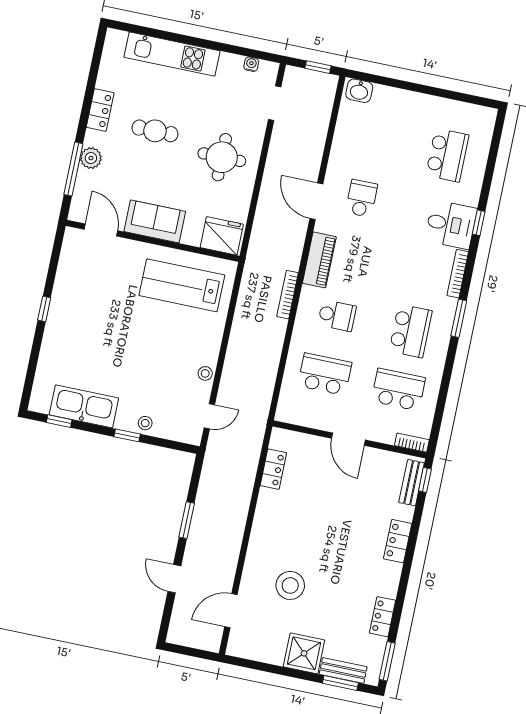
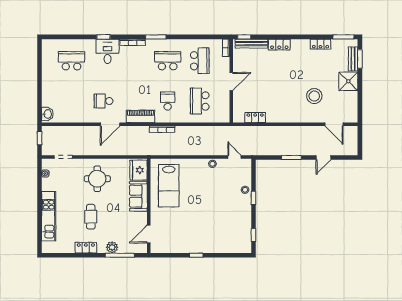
sofa: (155, 221) -> (138, 196), moved
school desk: (398, 390) -> (200, 61), turned 180
kitchen sink: (84, 406) -> (243, 224), removed
bench: (412, 483) -> (251, 44), width x1.36

